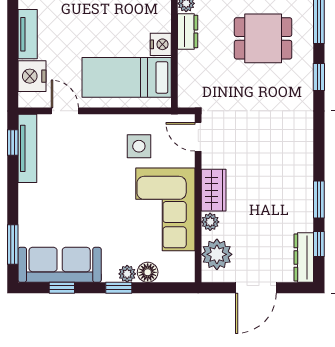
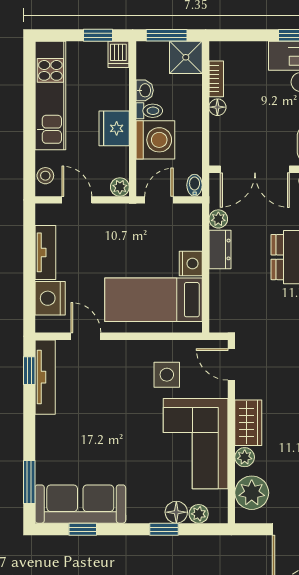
plant: (127, 274) -> (199, 514), moved
window: (119, 288) -> (164, 529), moved

